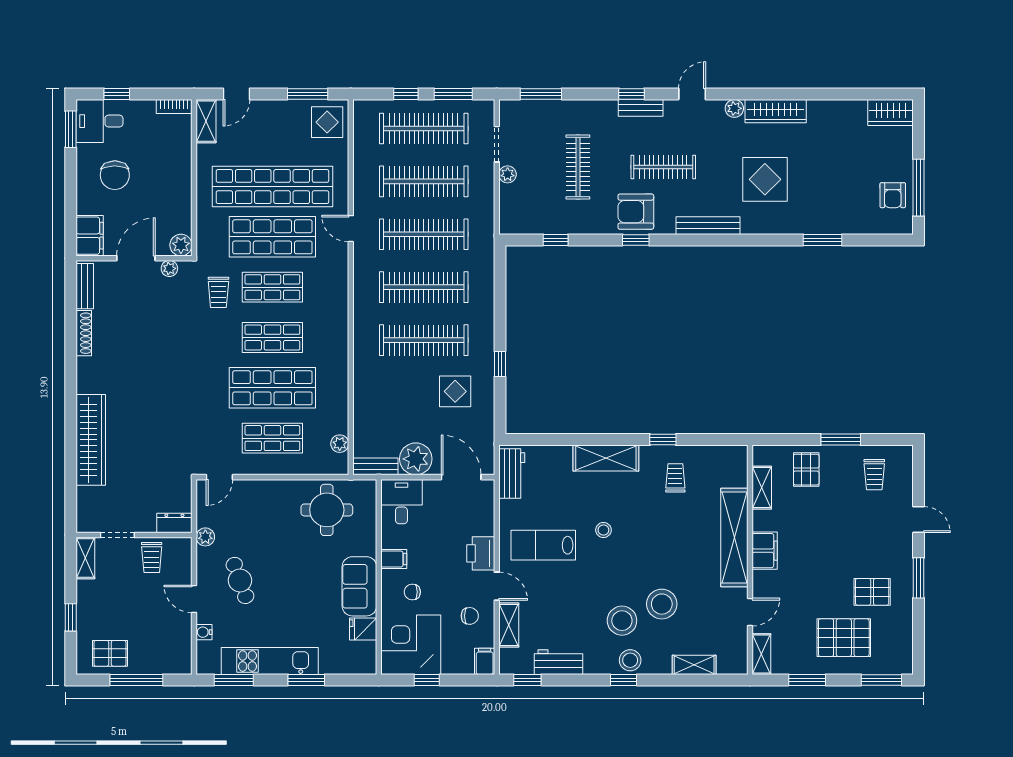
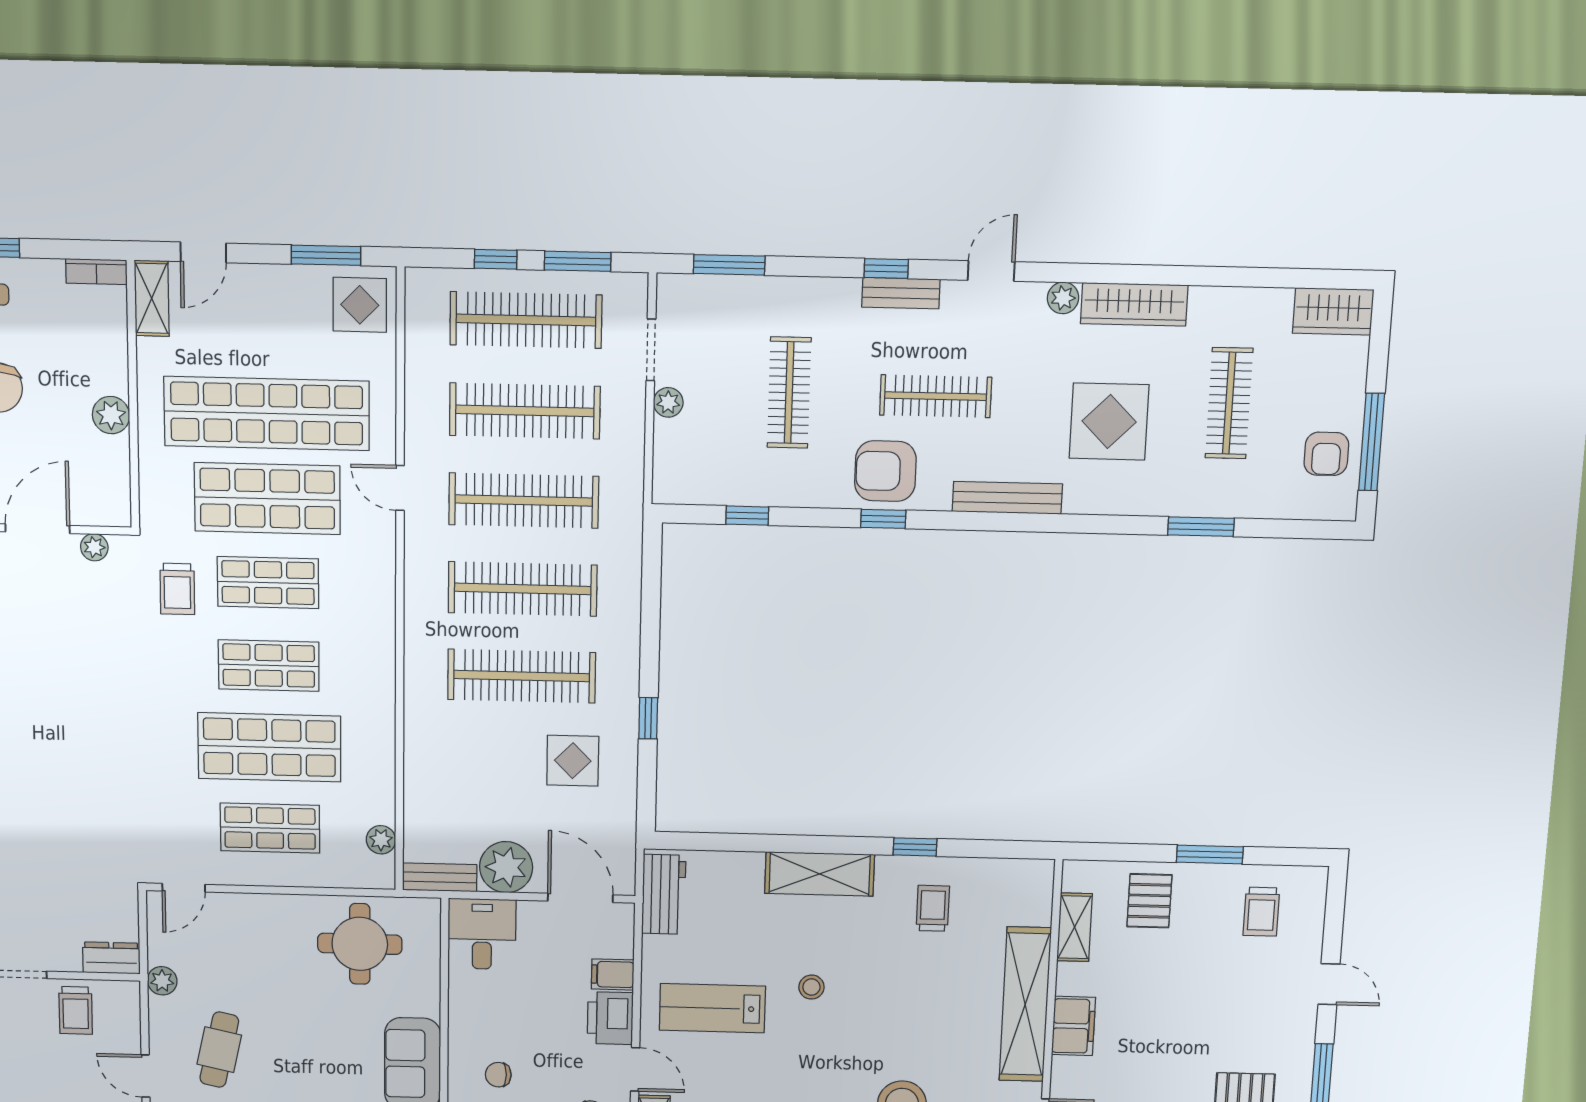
clothes rail: (834, 167) -> (1229, 403), added
plant: (181, 245) -> (111, 415), moved
filing cabinet: (394, 559) -> (613, 974), moved, turned 180
cafe table: (240, 580) -> (219, 1050), turned 32

